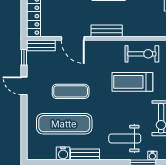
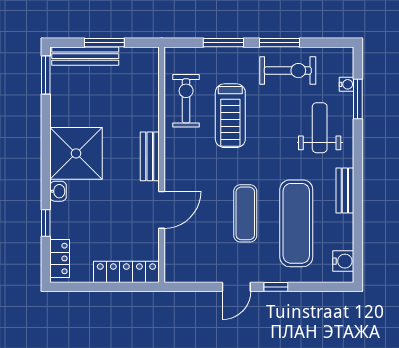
bench: (41, 45) -> (173, 260), removed
window: (24, 57) -> (276, 287), moved
weight bench: (125, 138) -> (320, 128), turned 180
water cooler: (63, 153) -> (343, 261), moved

